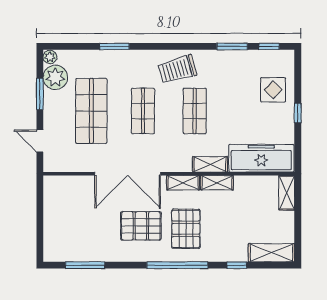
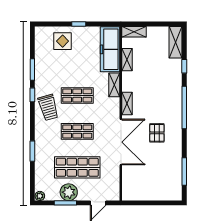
window: (269, 46) -> (32, 95), moved
plant: (55, 77) -> (69, 192), moved
shelving: (217, 183) -> (127, 60), moved
pallet: (141, 226) -> (157, 133), width x0.67, depth x0.71
pallet: (186, 229) -> (159, 102), removed

